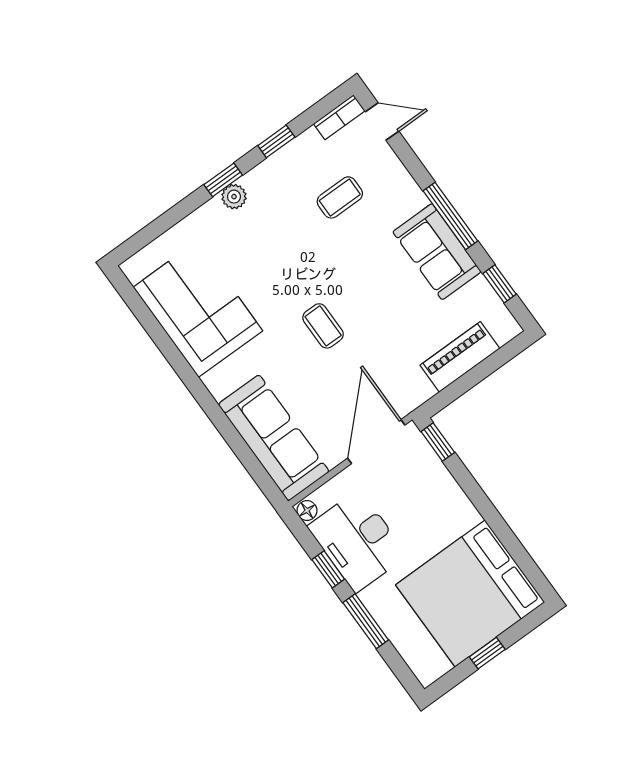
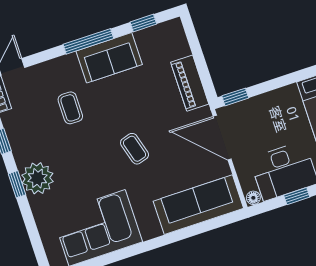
plant: (234, 197) -> (37, 178), width x1.88, depth x1.88
coffee table: (340, 197) -> (70, 108), moved
coffee table: (323, 326) -> (135, 149), turned 74
piano: (460, 357) -> (190, 83), moved

